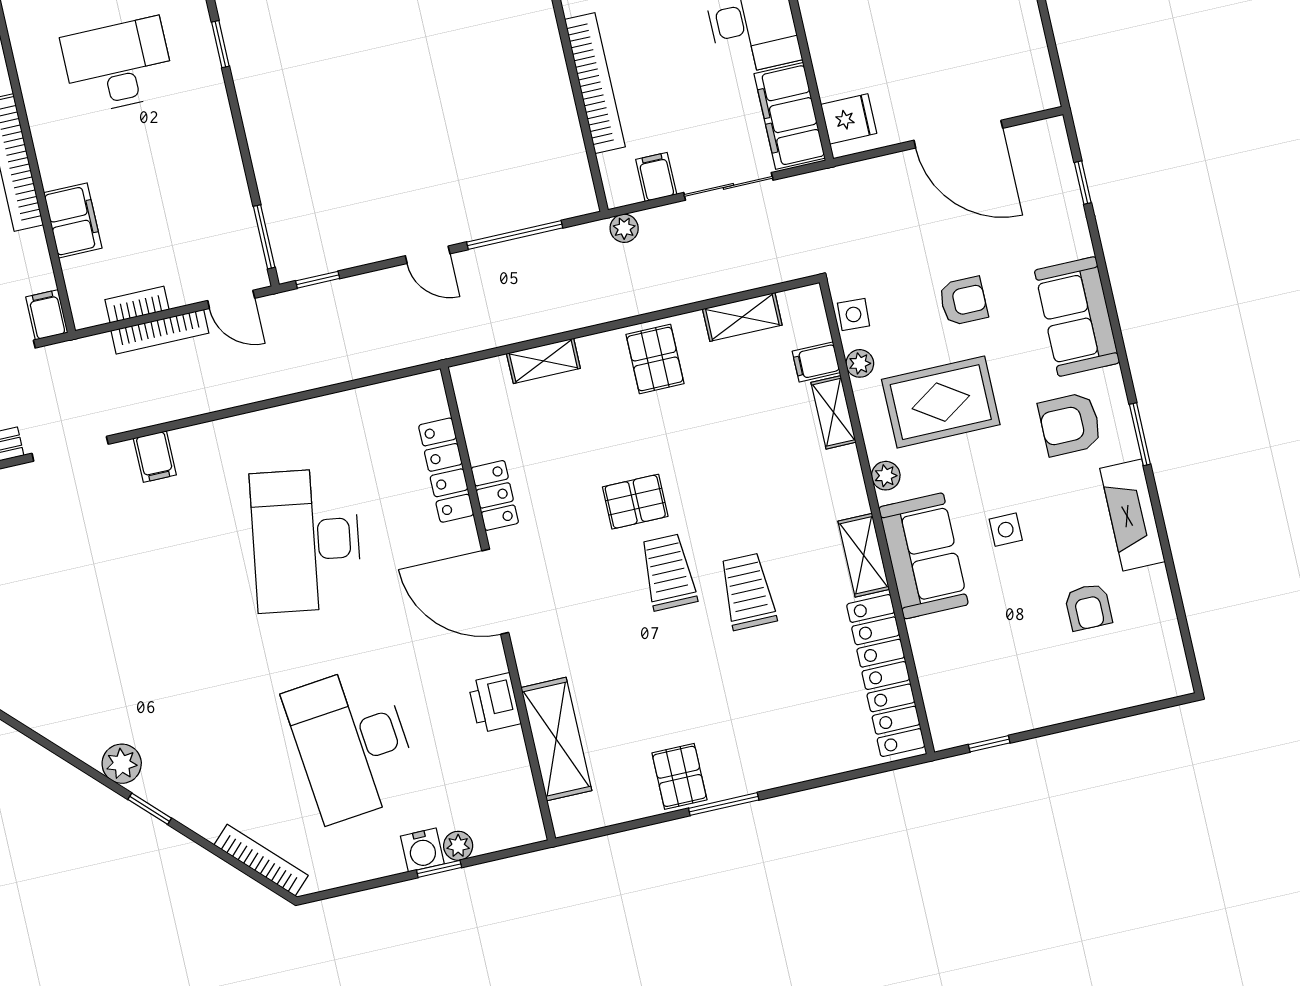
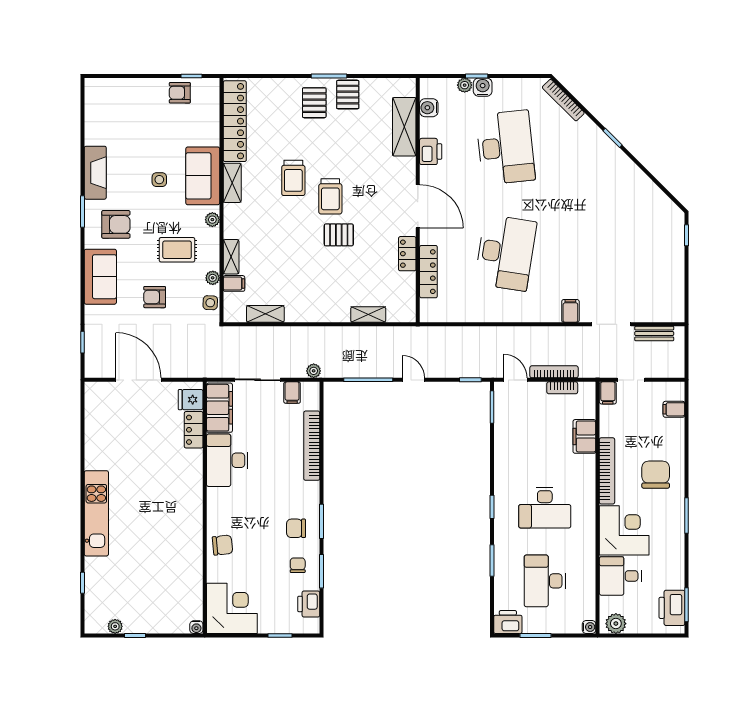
locker: (830, 62) -> (194, 430), added
pallet: (655, 359) -> (314, 103), moved
rug: (941, 402) -> (177, 250), width x0.73, depth x0.70
armchair: (1088, 607) -> (180, 93), moved, turned -90
plant: (122, 764) -> (621, 163), removed
water cooler: (517, 787) -> (429, 108), added

